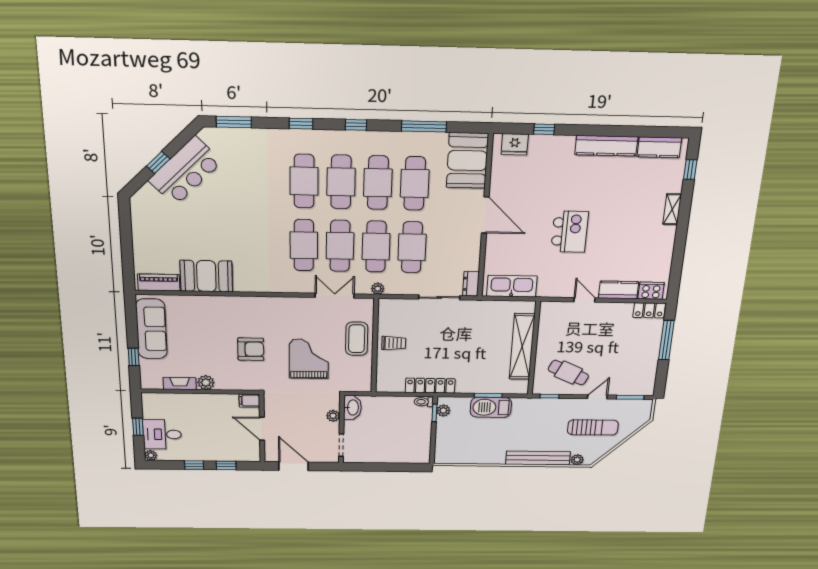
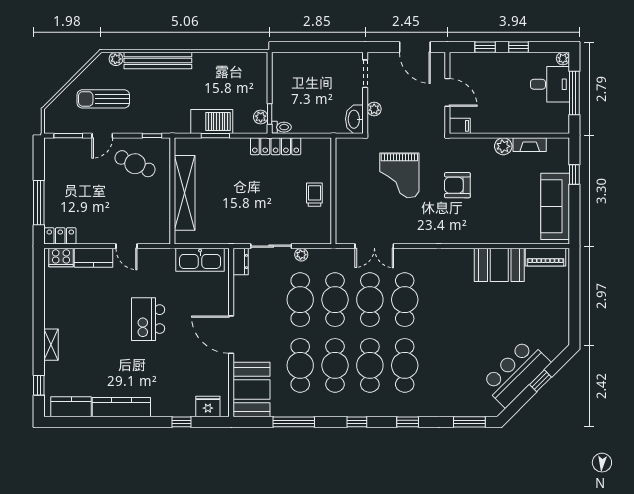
plant: (378, 289) -> (301, 255), moved
coffee table: (357, 339) -> (352, 199), removed
trolley: (394, 343) -> (314, 195), turned 90
window: (138, 427) -> (574, 93), width x2.17

